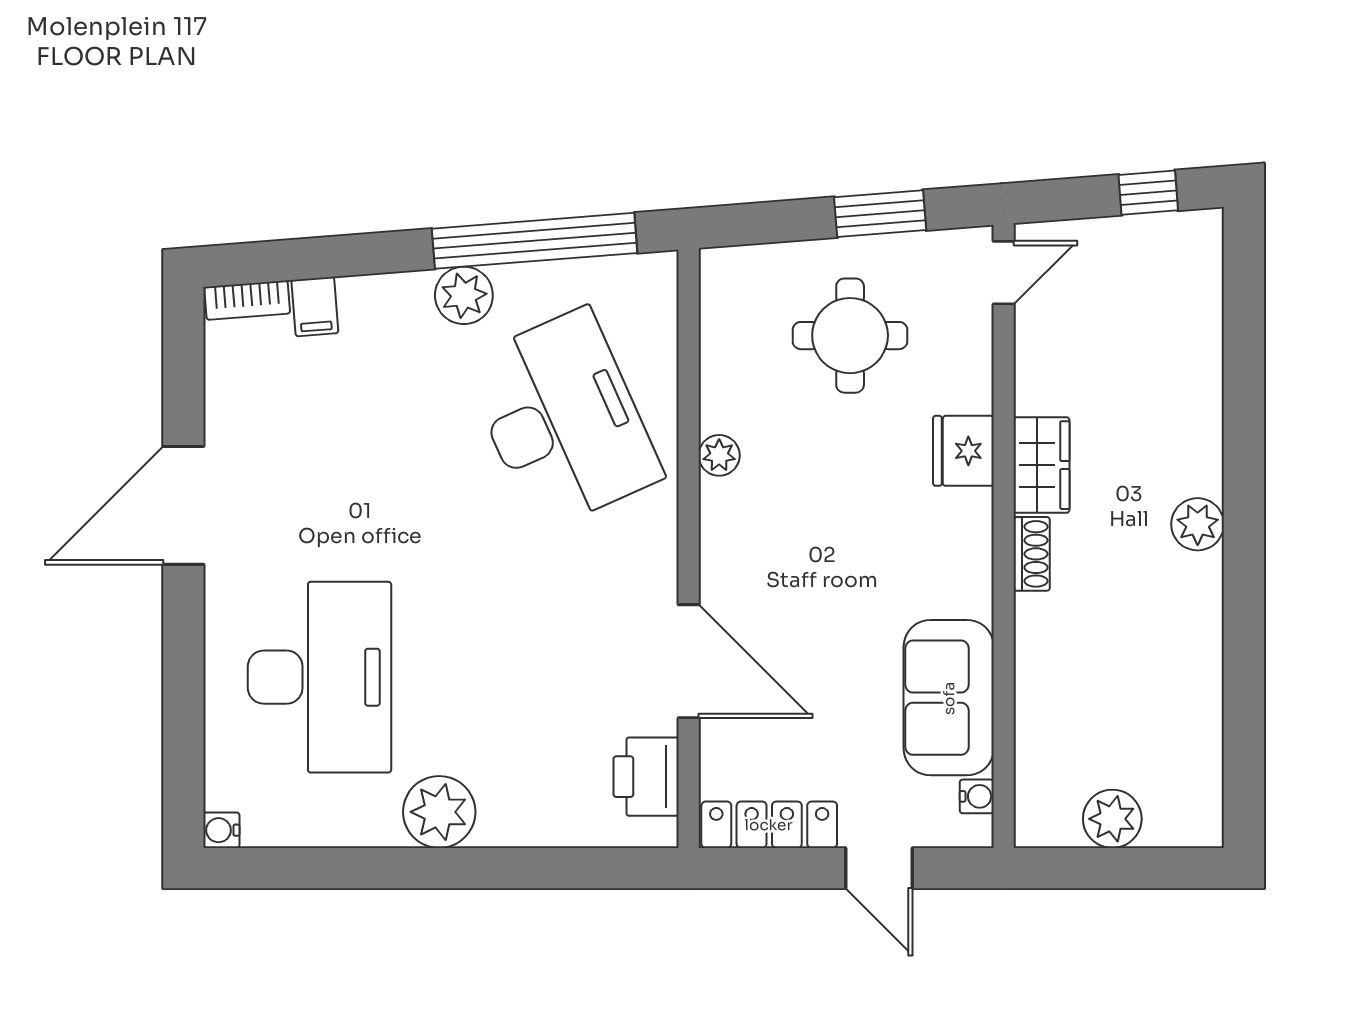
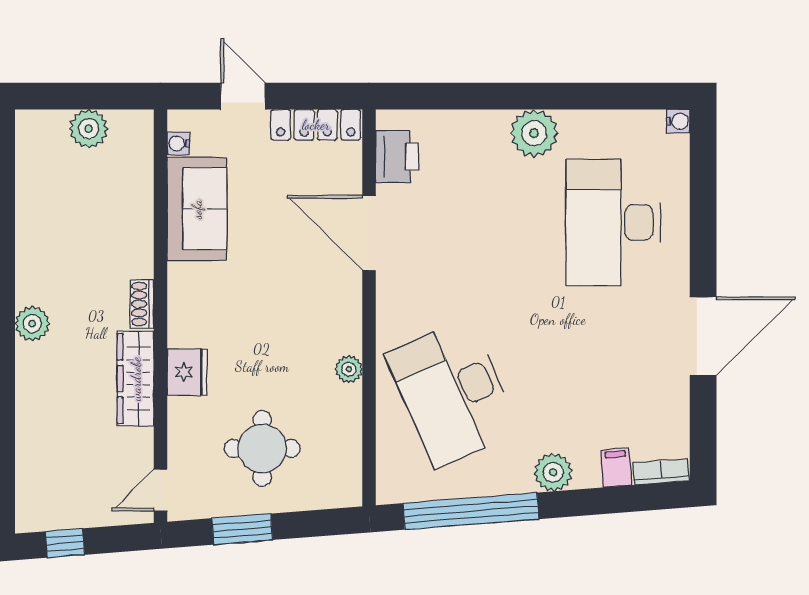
plant: (464, 295) -> (553, 472), moved
wardrobe: (1041, 465) -> (136, 379), width x1.50

